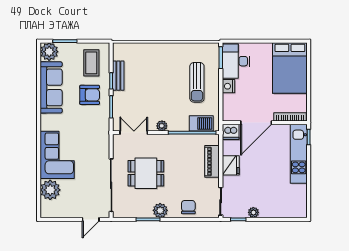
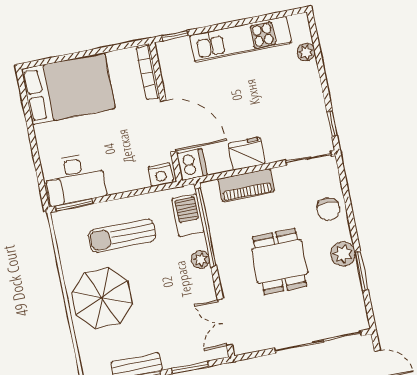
parasol: (163, 63) -> (102, 298), added
sun lounger: (197, 82) -> (122, 236), turned 180
nightstand: (228, 86) -> (161, 175), moved
plant: (162, 126) -> (201, 260), moved
kitchen unit: (299, 154) -> (241, 39), moved
dining table: (146, 173) -> (280, 261), moved
chair: (188, 207) -> (328, 209), turned -90
plant: (253, 212) -> (306, 52), moved

